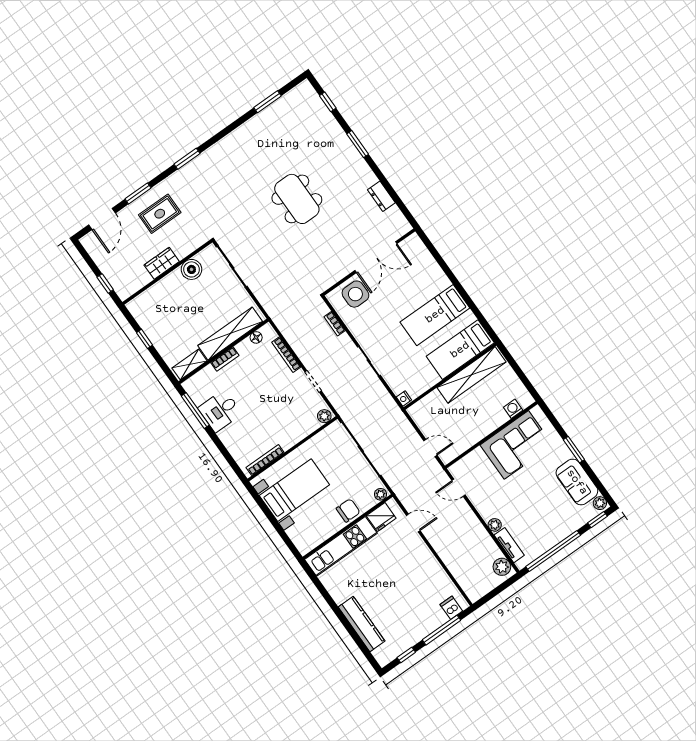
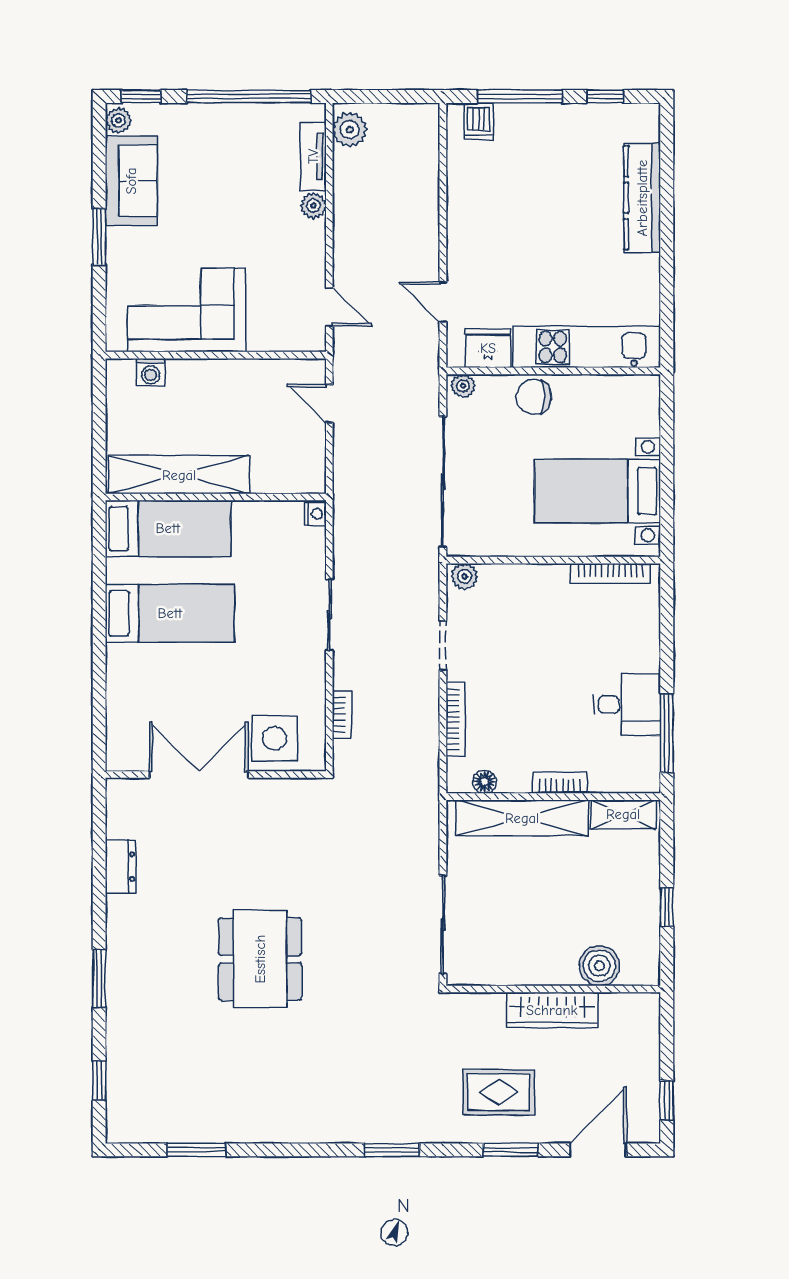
wardrobe: (162, 263) -> (552, 1010), width x1.50
boiler: (191, 269) -> (599, 966), moved
window: (105, 283) -> (667, 1100), moved

